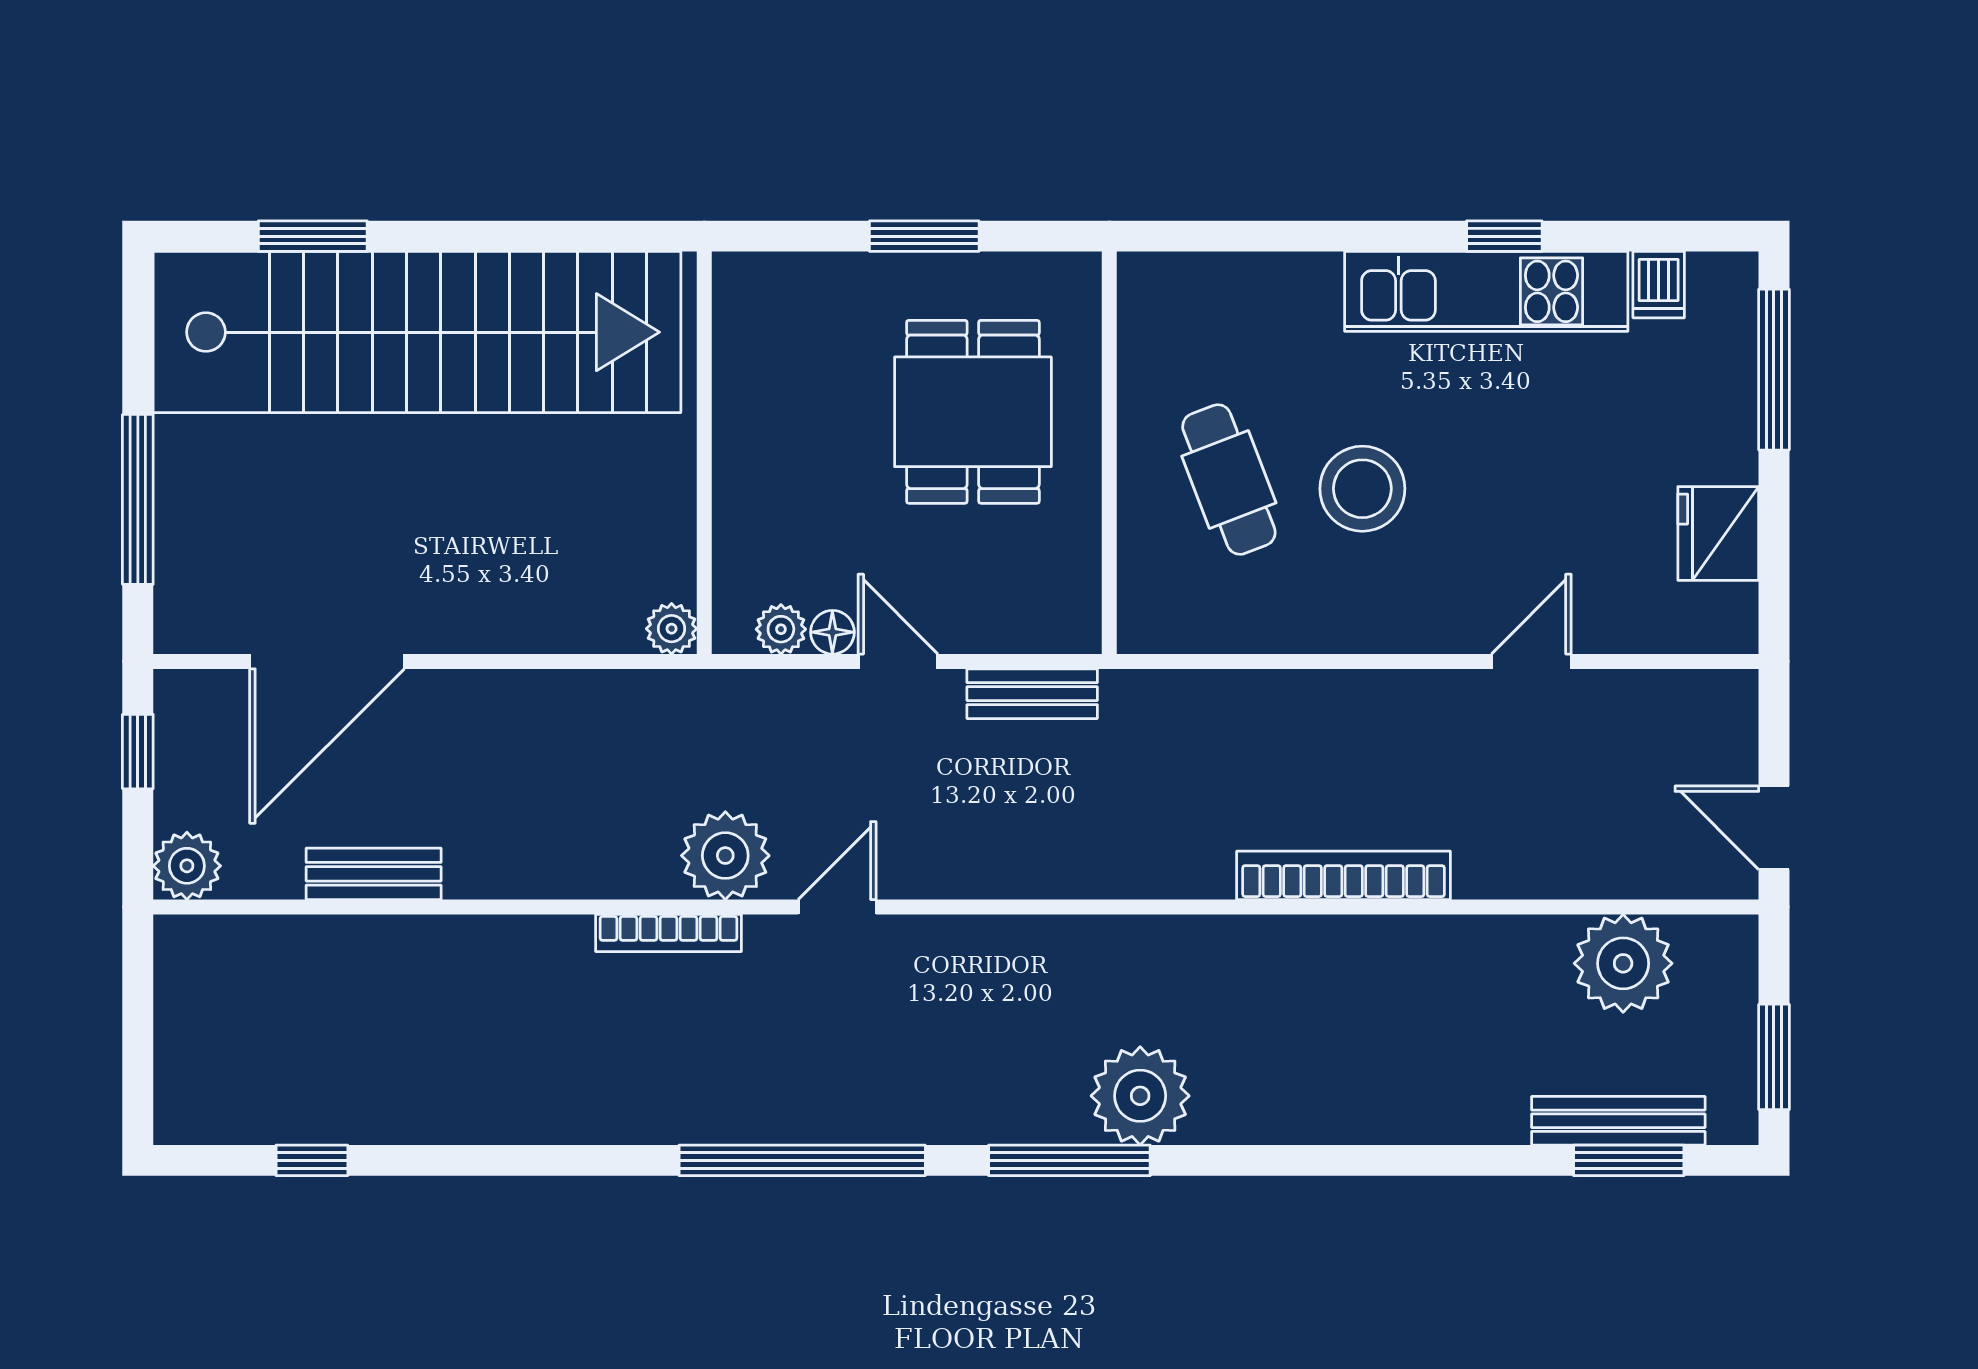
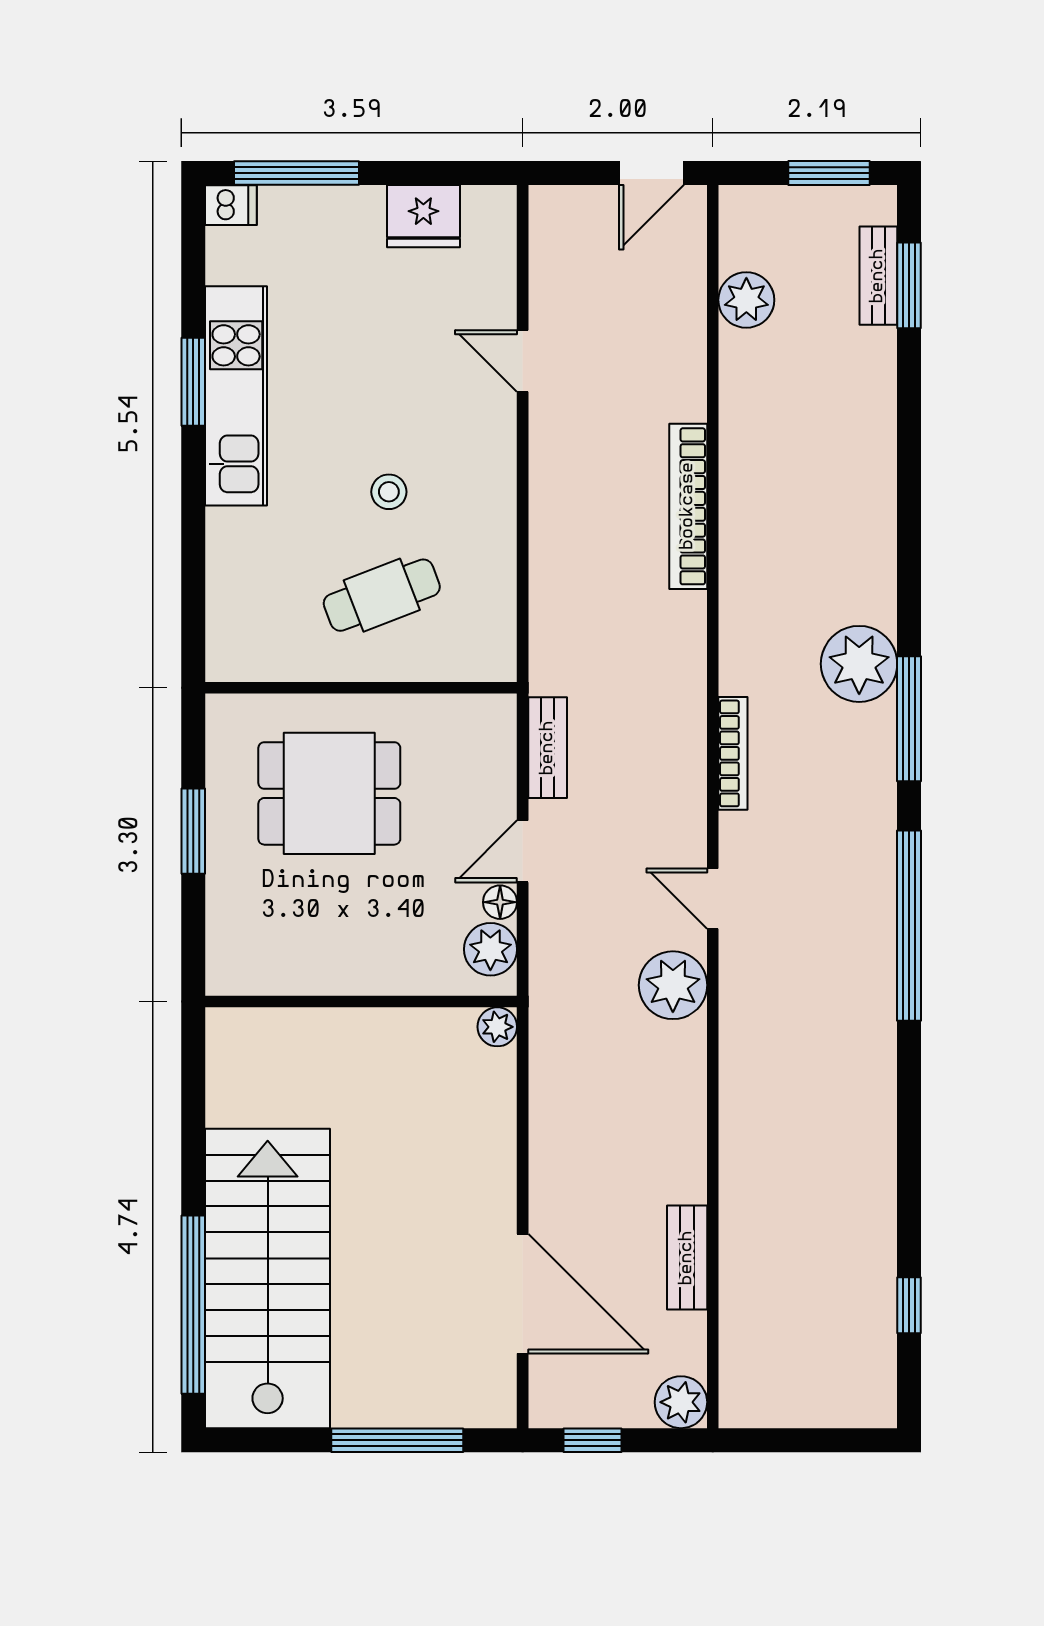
window: (313, 236) -> (193, 1305), width x2.11
window: (1504, 236) -> (193, 382), width x1.50
dishwasher: (1659, 285) -> (231, 205), moved
stairs: (417, 332) -> (268, 1278), width x0.73
stool: (1362, 489) -> (389, 492), width x0.53, depth x0.53
plant: (781, 629) -> (490, 949), width x1.38, depth x1.38
bookcase: (668, 933) -> (733, 753), moved
plant: (1623, 963) -> (746, 300), width x0.73, depth x0.73
bench: (1618, 1121) -> (878, 276), width x0.73

